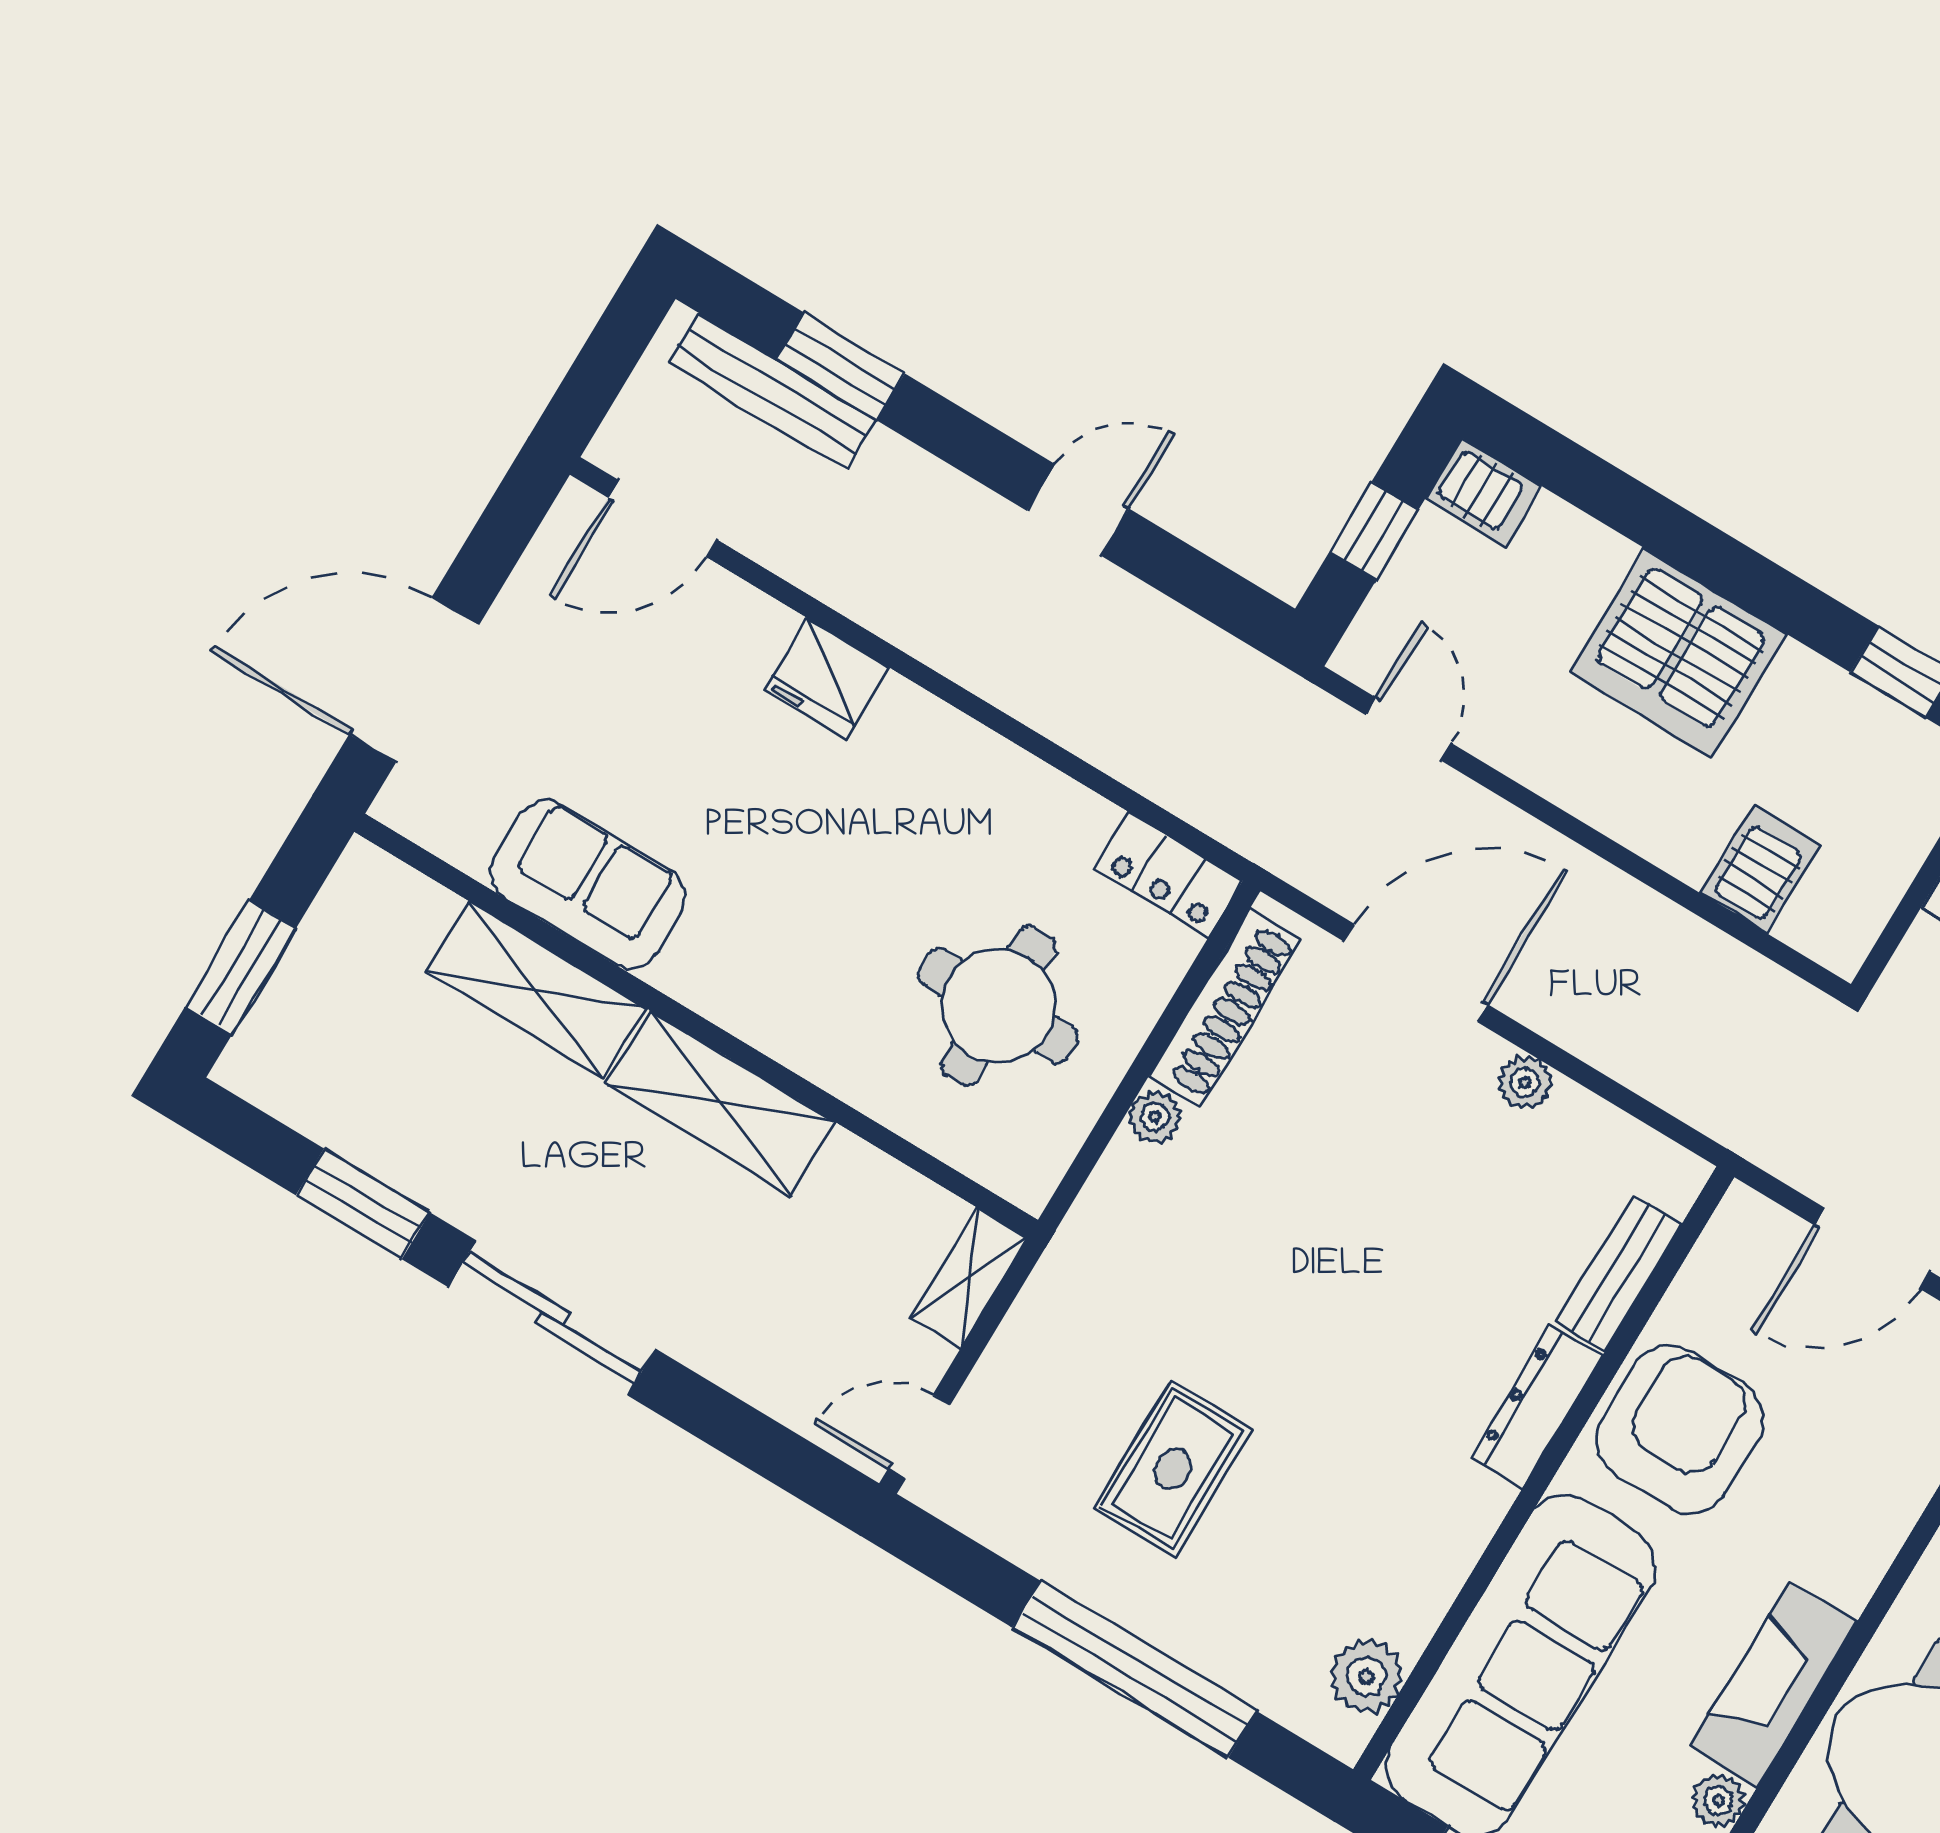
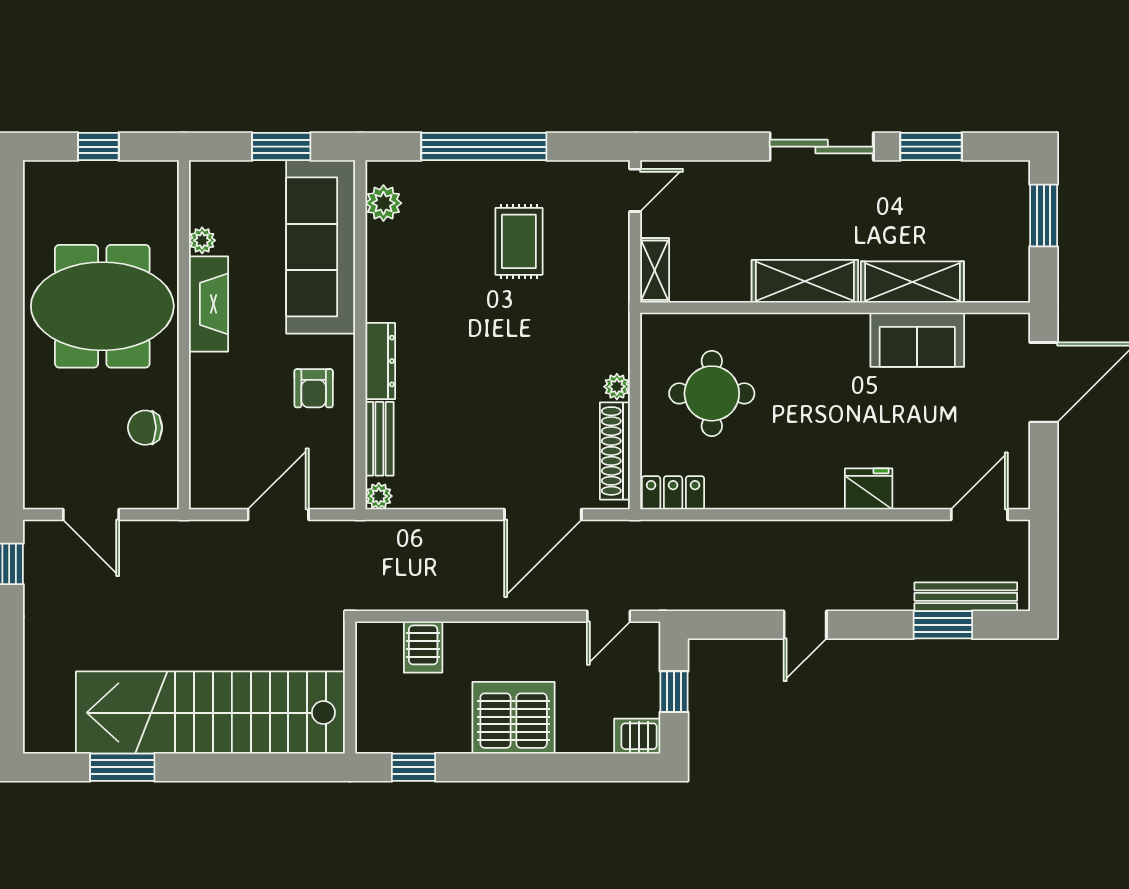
door: (1408, 729) -> (609, 616), hinge flipped
plant: (1525, 1082) -> (379, 496), moved
armchair: (1680, 1429) -> (314, 388), width x0.53, depth x0.53

